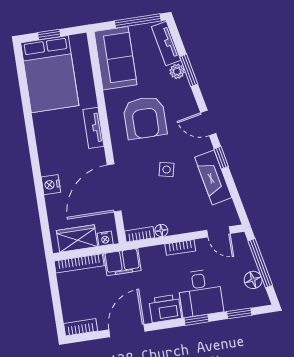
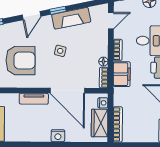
tv unit: (93, 128) -> (34, 99), moved
filing cabinet: (122, 262) -> (122, 74), moved

